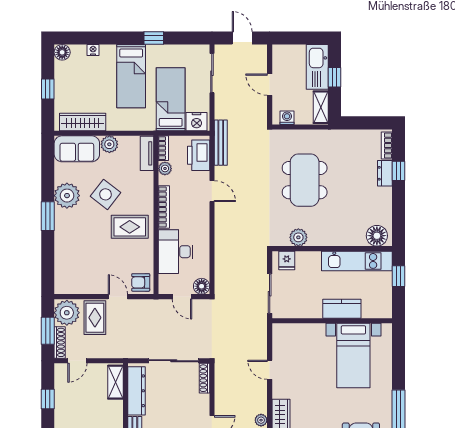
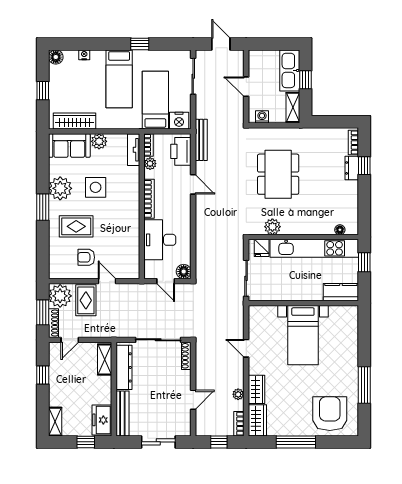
side table: (106, 194) -> (96, 187), turned -38
rug: (130, 227) -> (76, 226), moved
floor lamp: (377, 236) -> (340, 230), width x0.53, depth x0.53
kitchen unit: (357, 261) -> (314, 248), width x1.36
armchair: (141, 282) -> (86, 257), moved
kitchen counter: (342, 309) -> (341, 292), moved
bed with nightstands: (353, 355) -> (303, 335), moved

